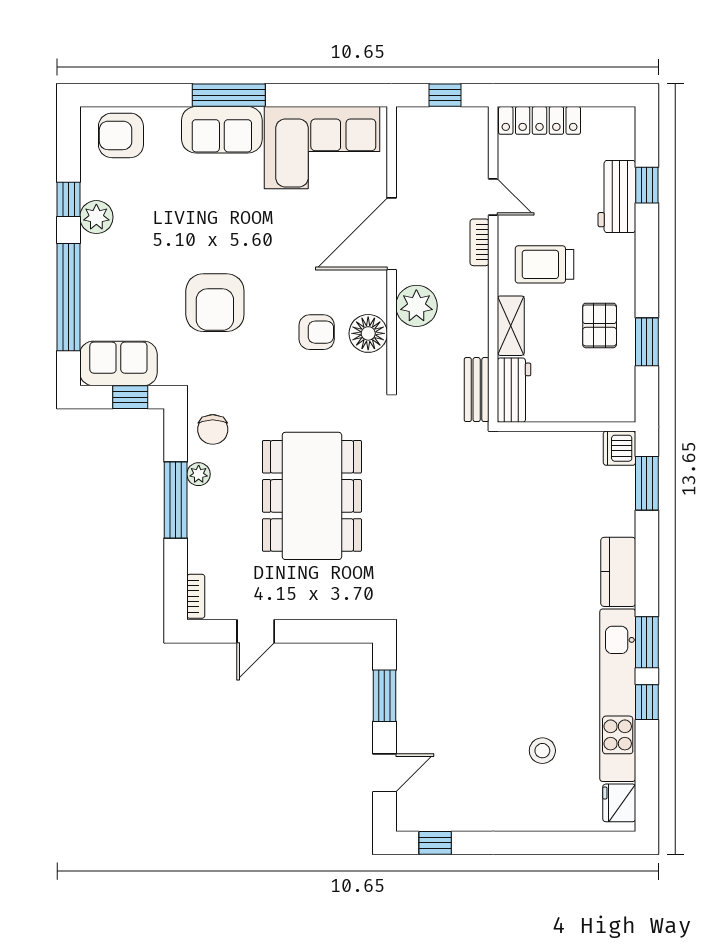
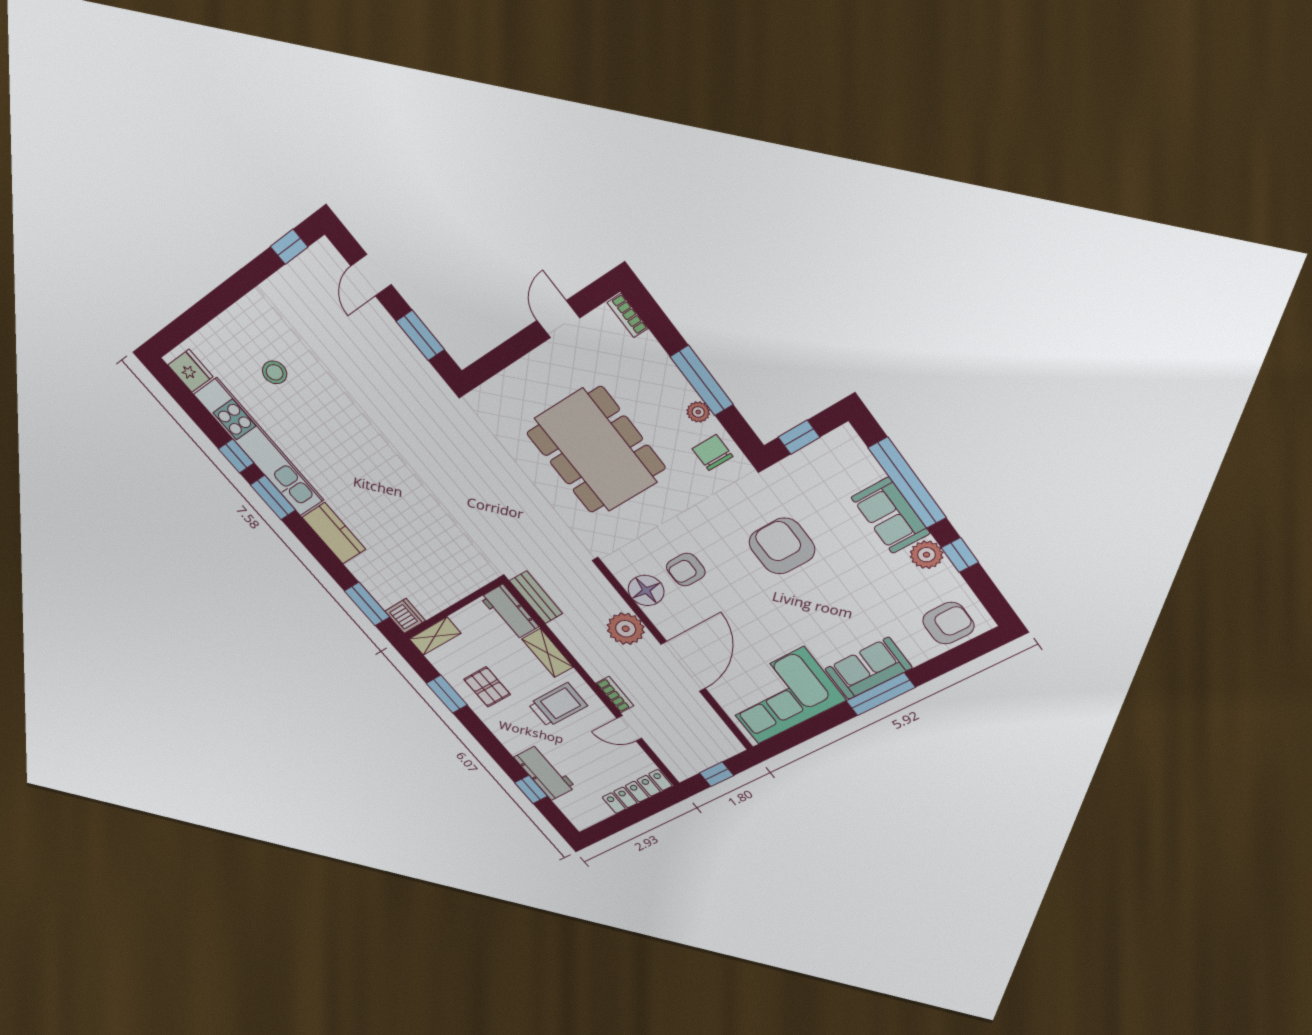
sofa: (118, 363) -> (891, 515), moved, turned 90
shelving: (607, 410) -> (435, 636), added

